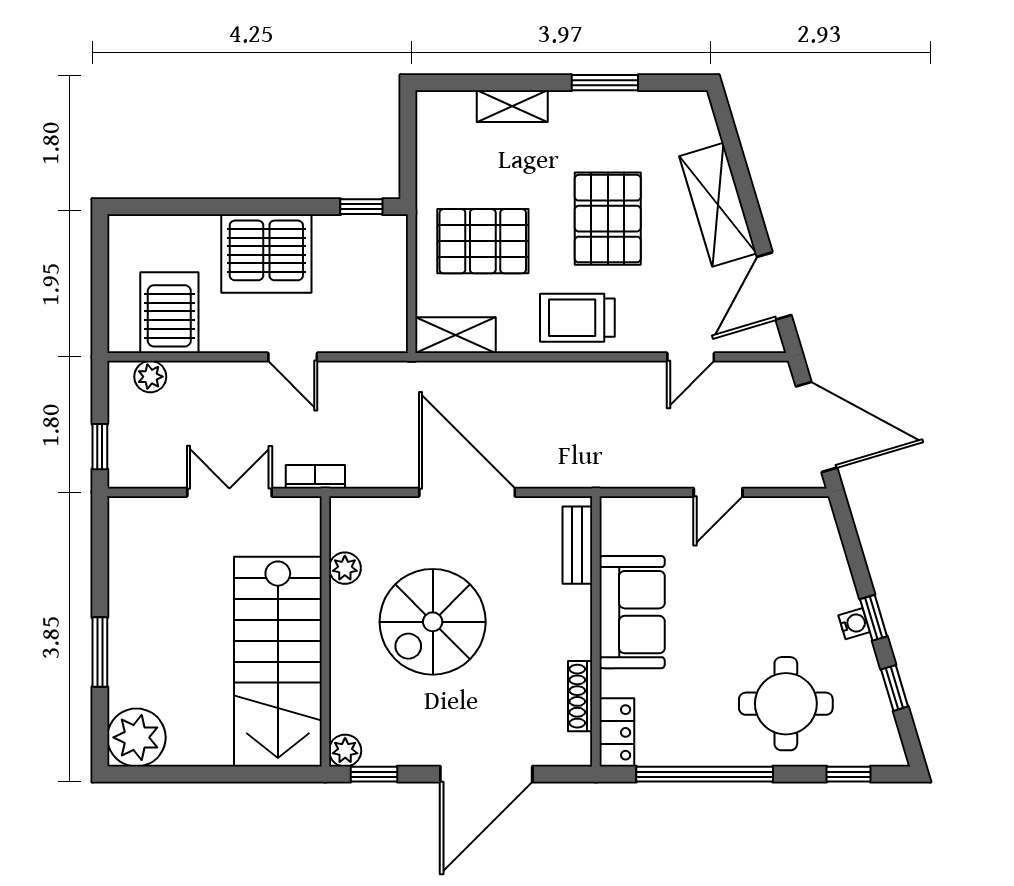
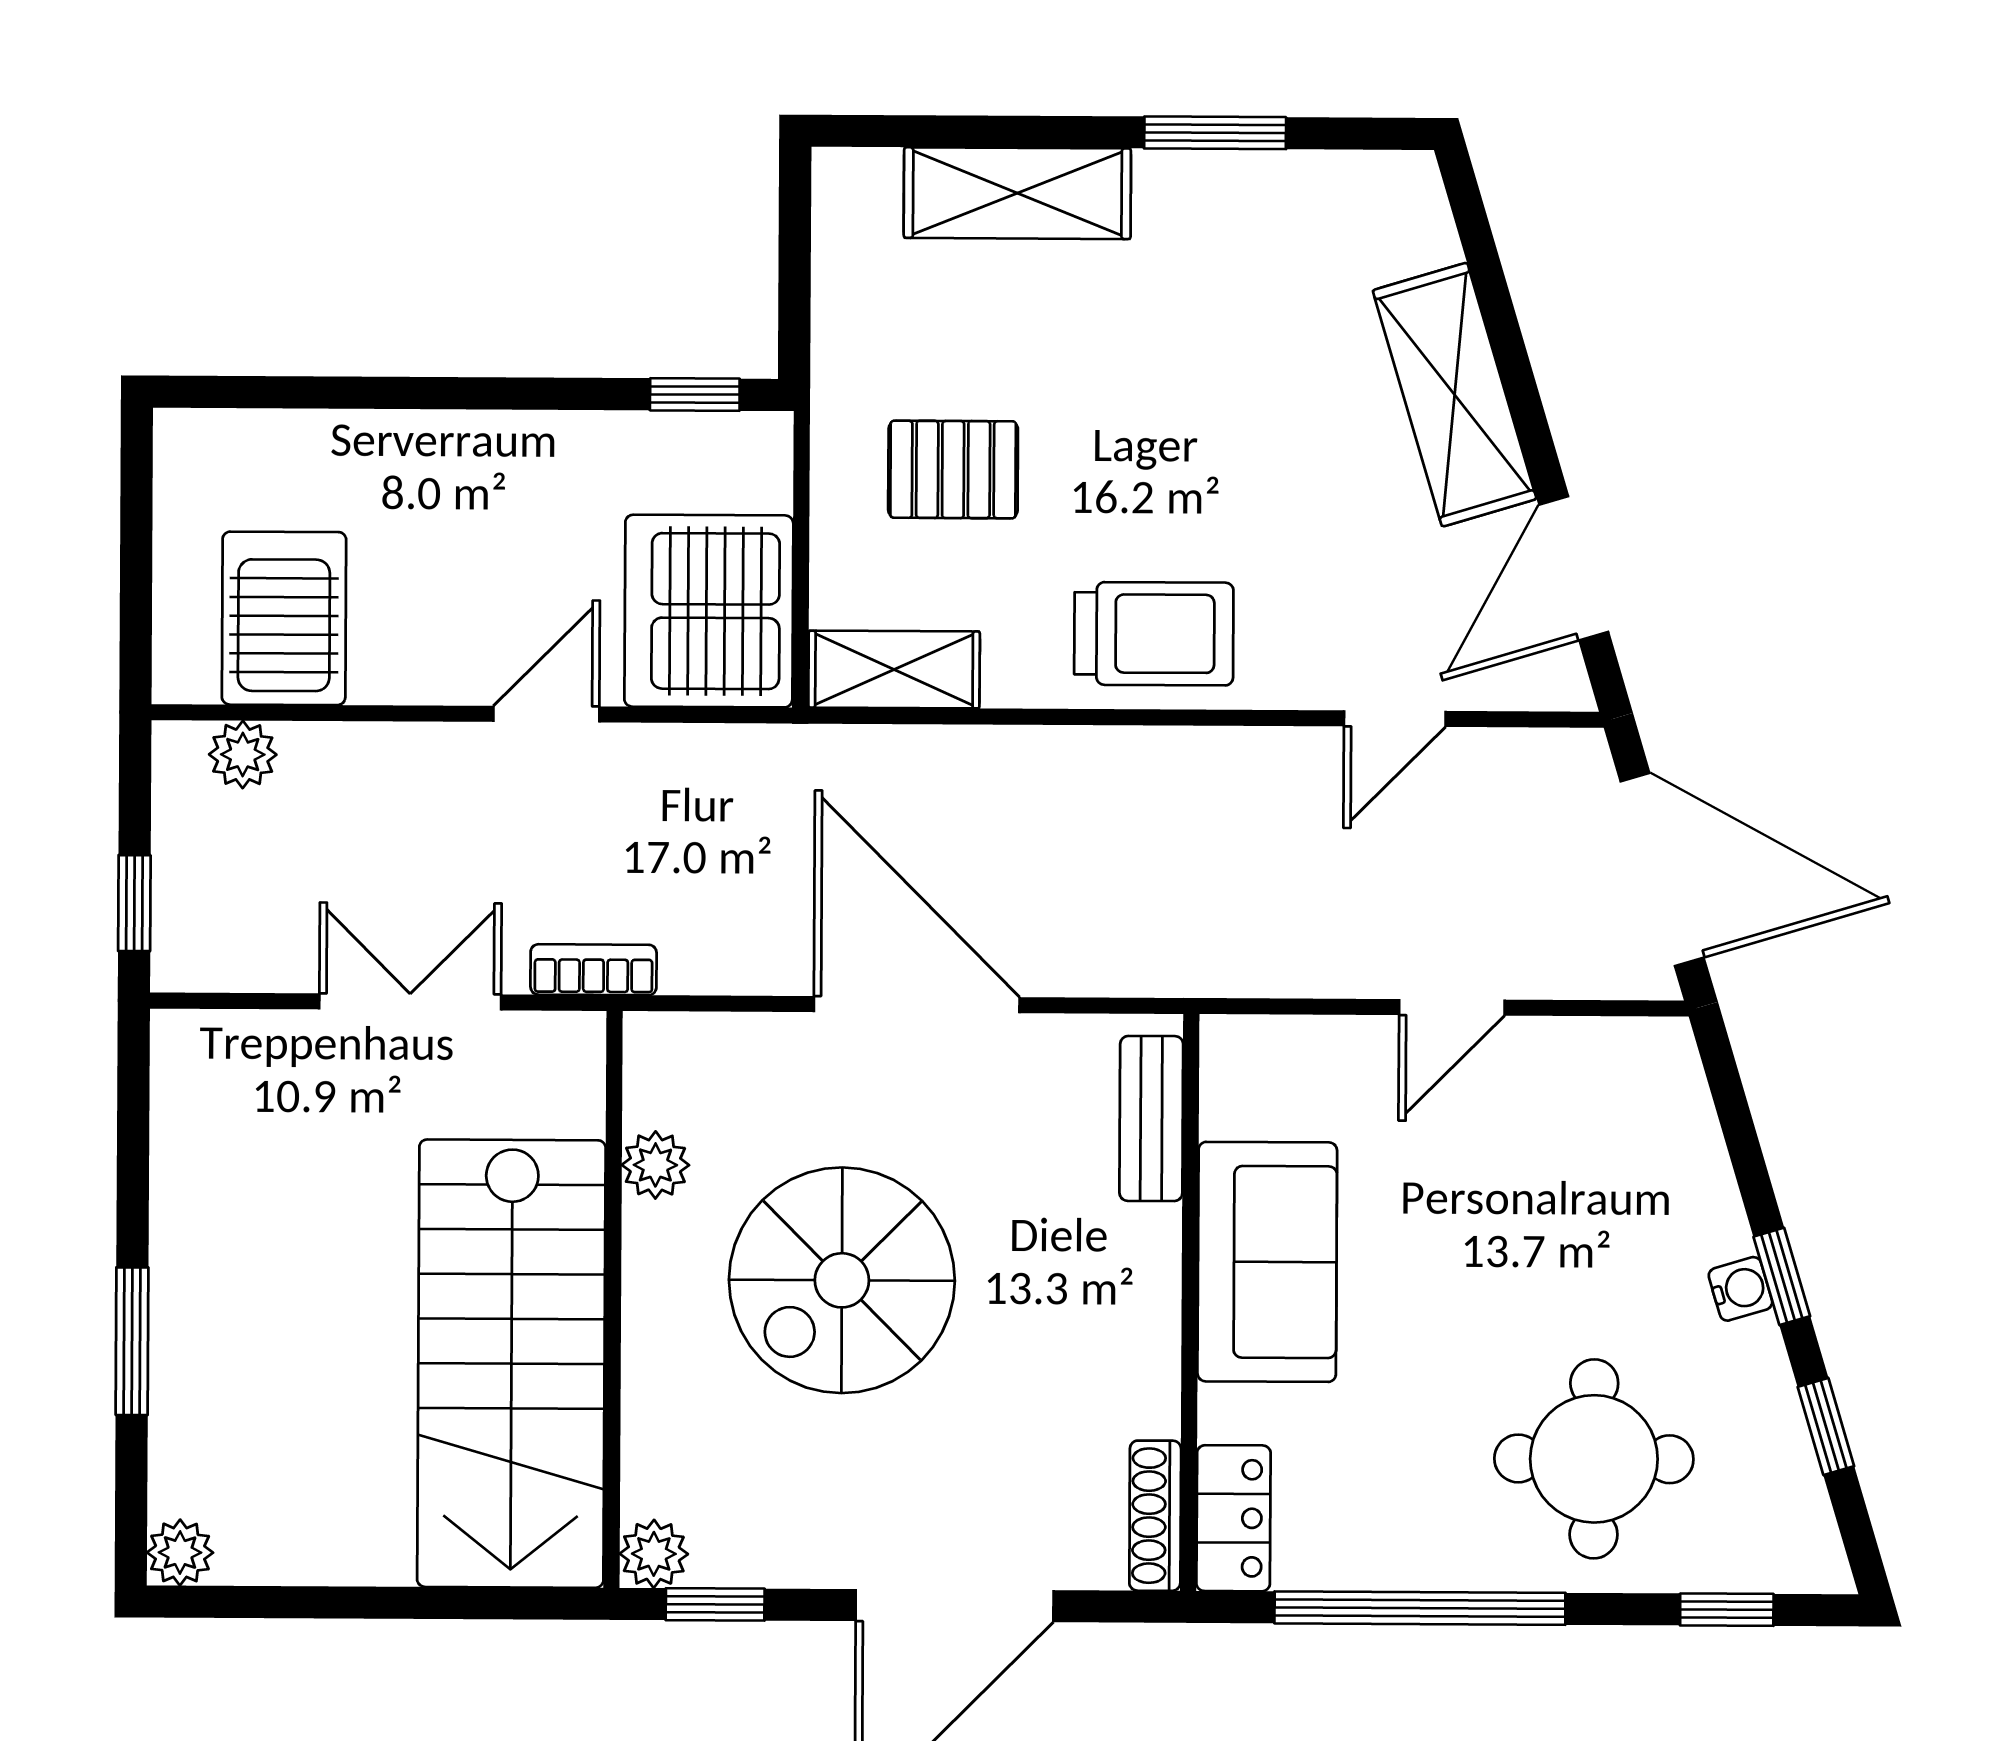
shelving: (512, 106) -> (1017, 193), width x1.50, depth x1.33
pallet: (608, 219) -> (1220, 423), removed
pallet: (483, 241) -> (953, 470), width x0.67, depth x0.71
server rack: (266, 254) -> (709, 611), moved, turned 90
trolley: (577, 318) -> (1154, 634), turned 180
door: (293, 357) -> (546, 714), swing flipped
shoe rack: (580, 696) -> (1155, 1516), moved
plant: (136, 737) -> (180, 1552), width x0.53, depth x0.53

